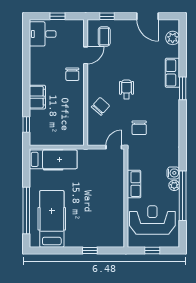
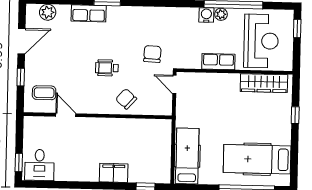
window: (57, 16) -> (19, 162), moved
window: (107, 16) -> (21, 77), moved
chair: (72, 74) -> (88, 131), removed
chair: (139, 128) -> (152, 54), turned -87
reception desk: (152, 220) -> (261, 41), turned 180
wardrobe: (117, 223) -> (264, 83), added
window: (152, 250) -> (297, 29), moved

